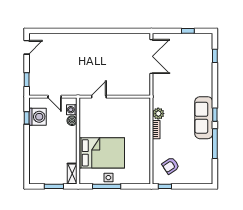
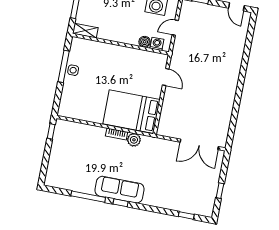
bed: (102, 153) -> (131, 112), moved, turned 90
armchair: (171, 166) -> (73, 142), removed

